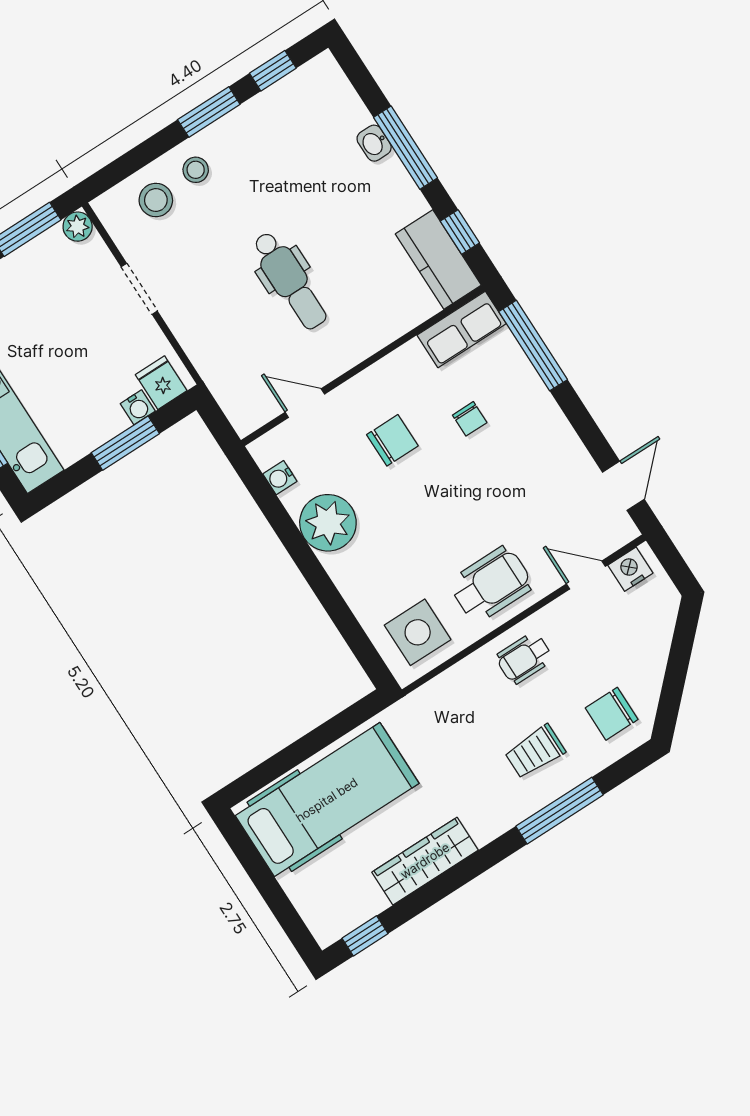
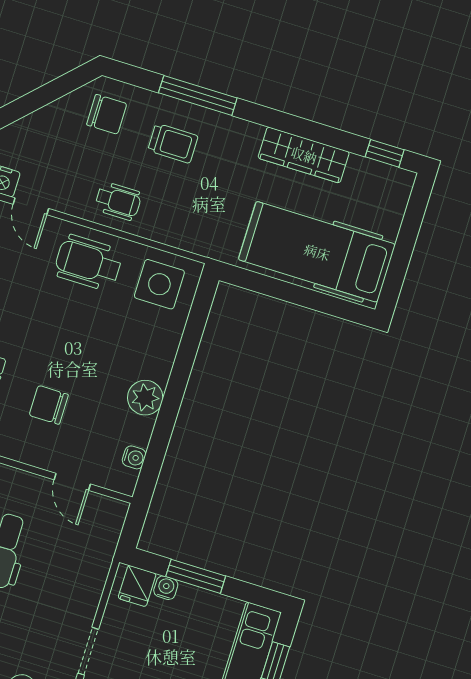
plant: (328, 523) -> (145, 398), width x0.73, depth x0.73

